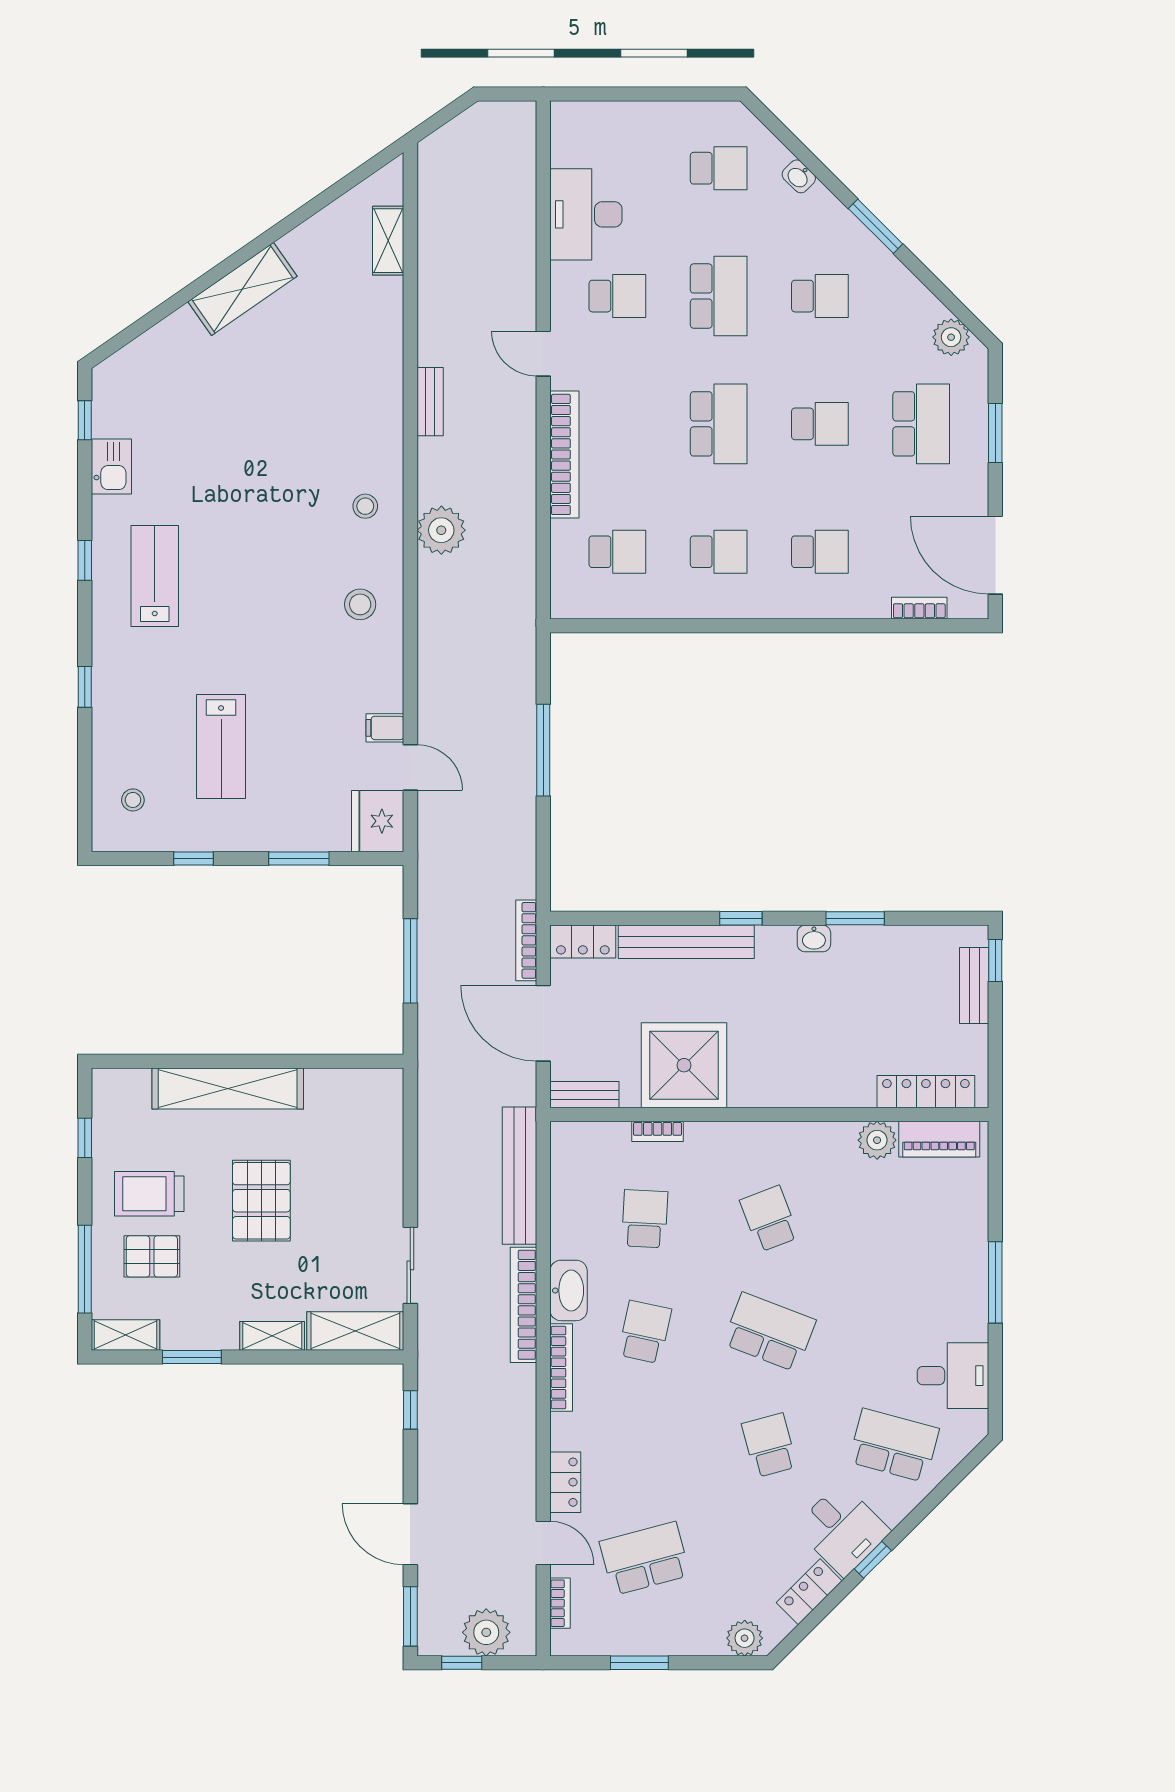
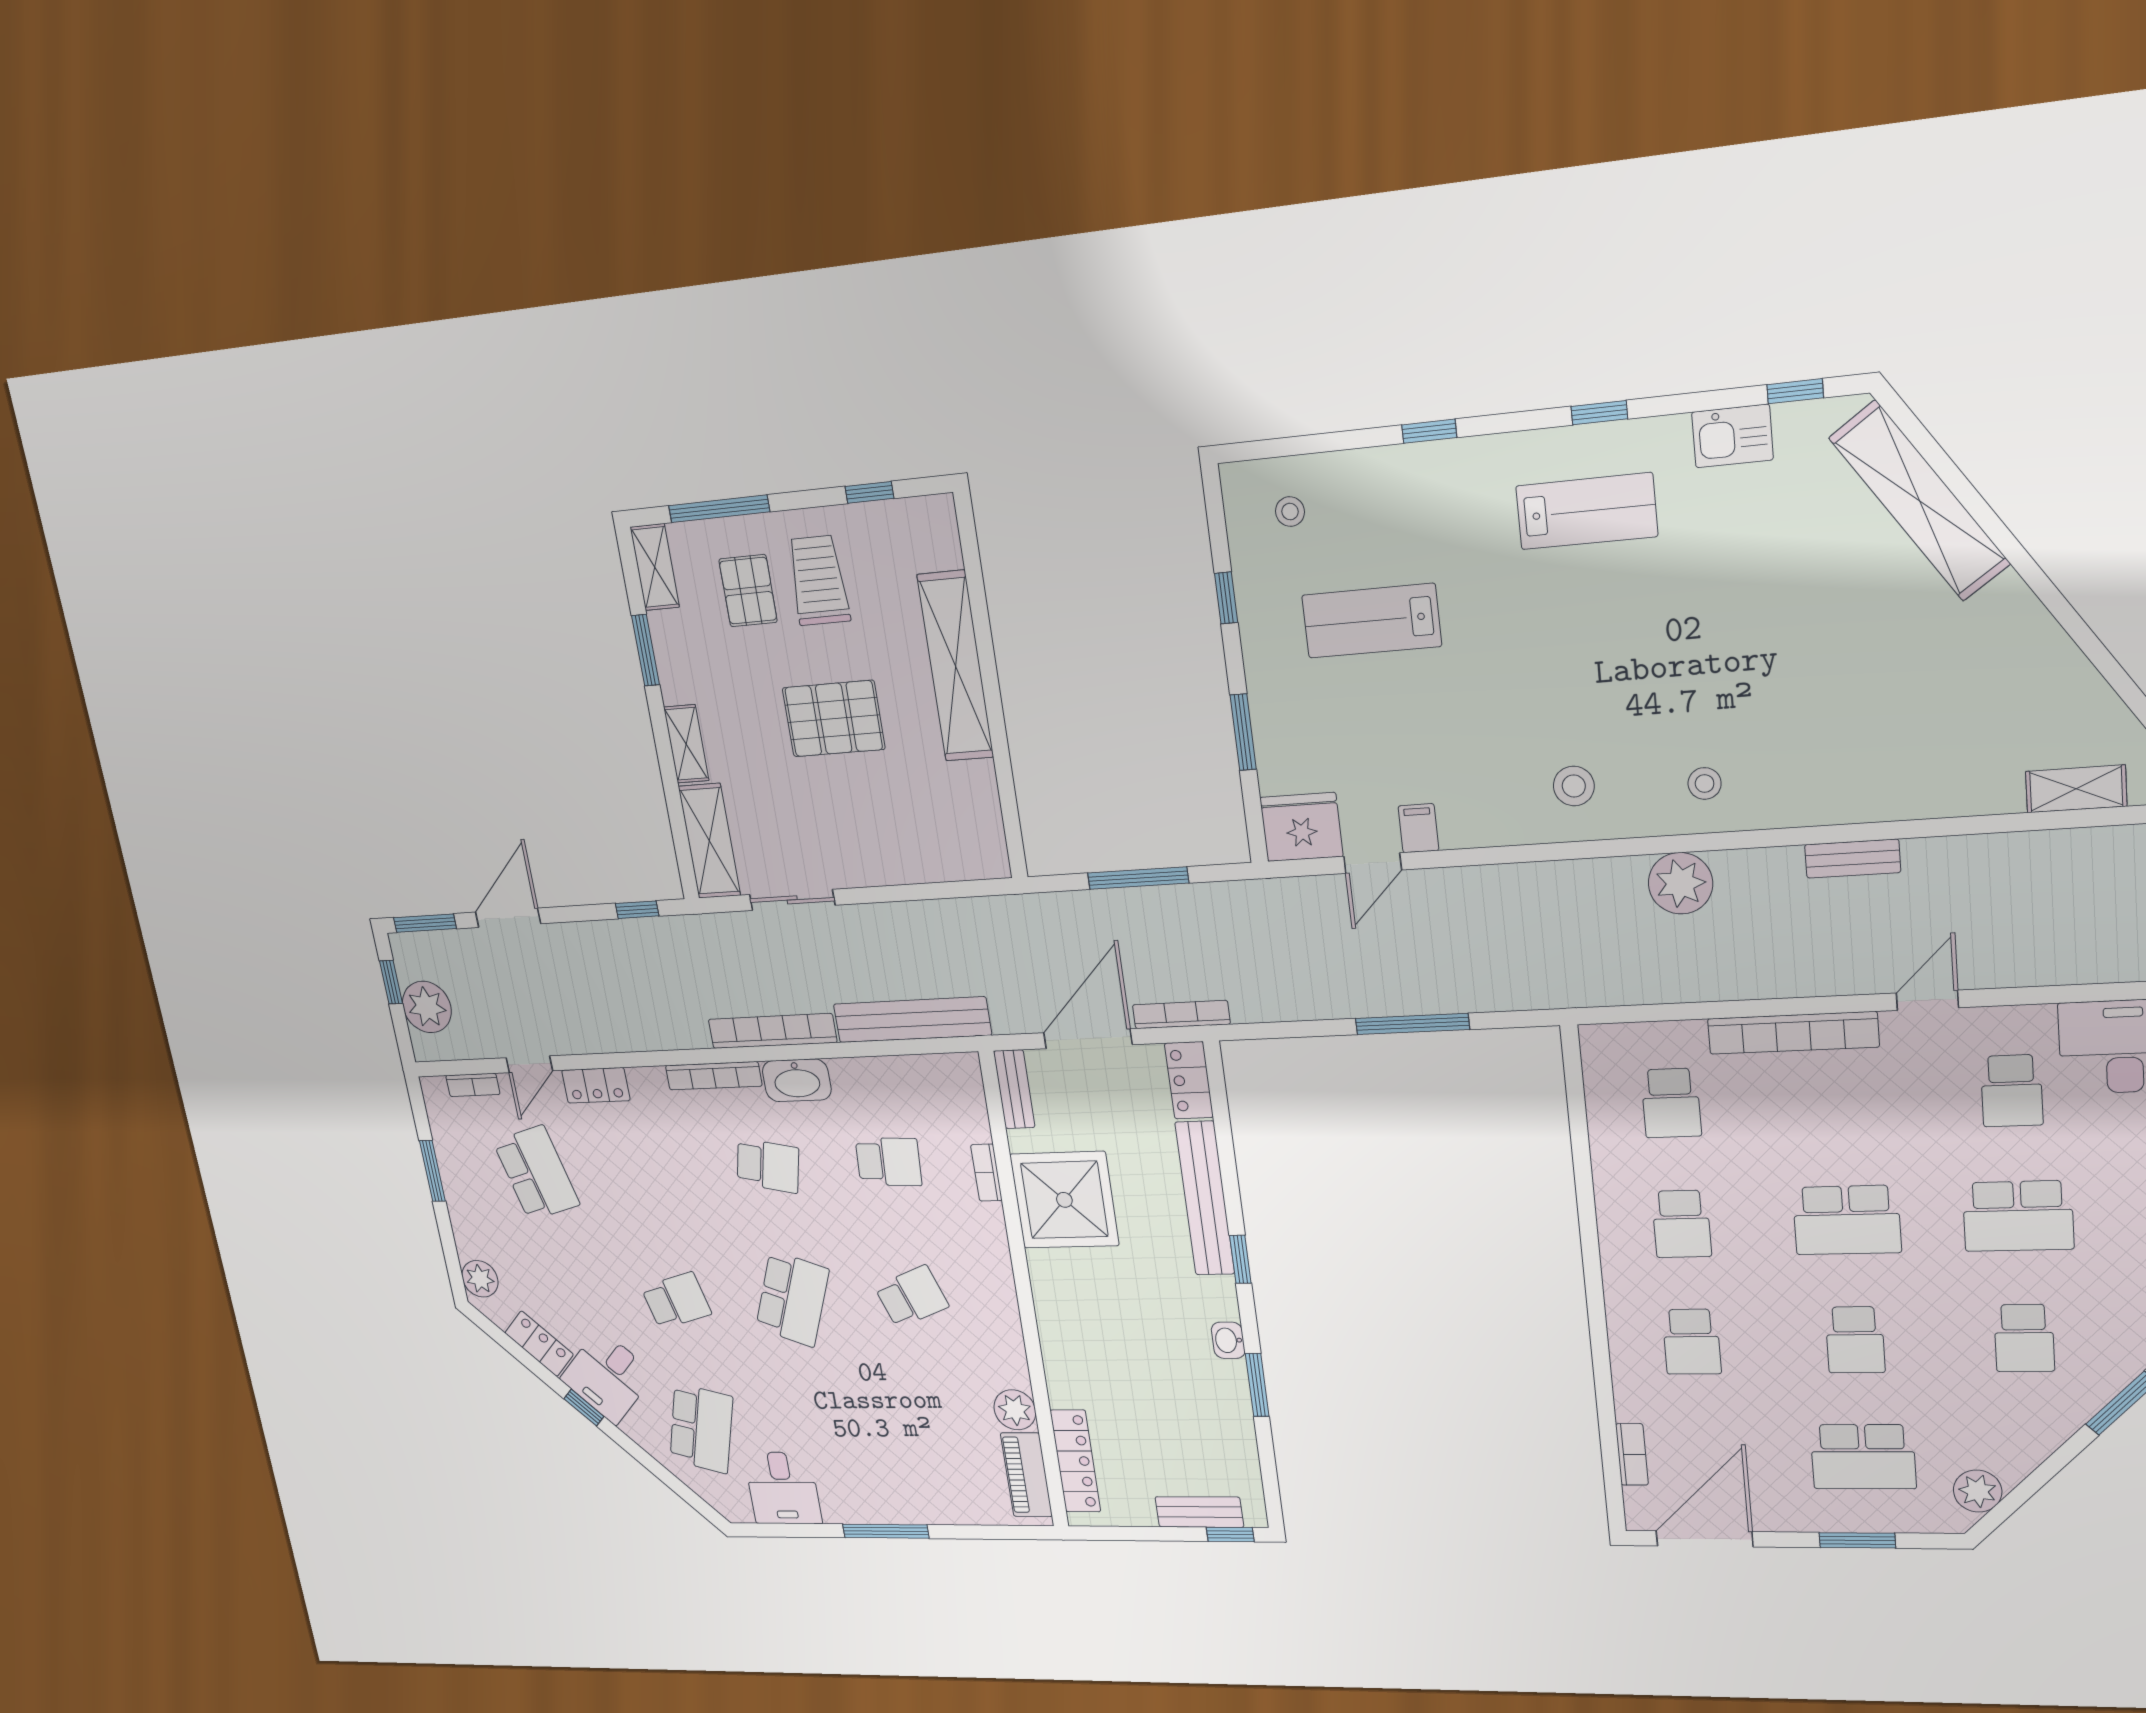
shelving: (243, 289) -> (1920, 501), moved, width x1.47

